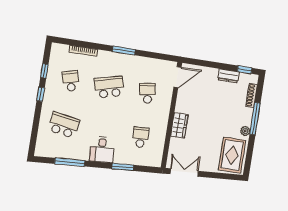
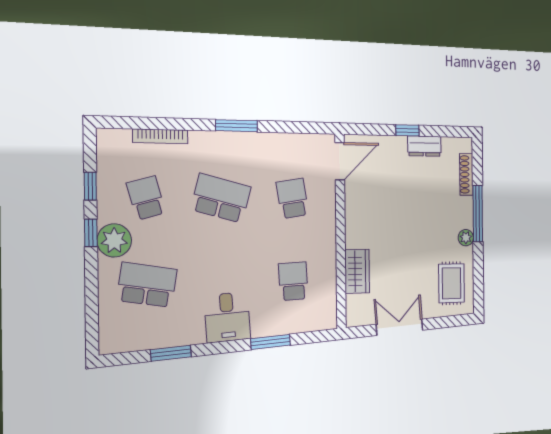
window: (245, 70) -> (407, 130), moved
school desk: (109, 87) -> (221, 198), turned 30
plant: (51, 100) -> (114, 240), added
wardrobe: (179, 125) -> (357, 271), moved
rug: (232, 155) -> (452, 283), width x0.73, depth x0.70
window: (70, 162) -> (171, 353), width x0.69
double door: (184, 173) -> (399, 327), moved

